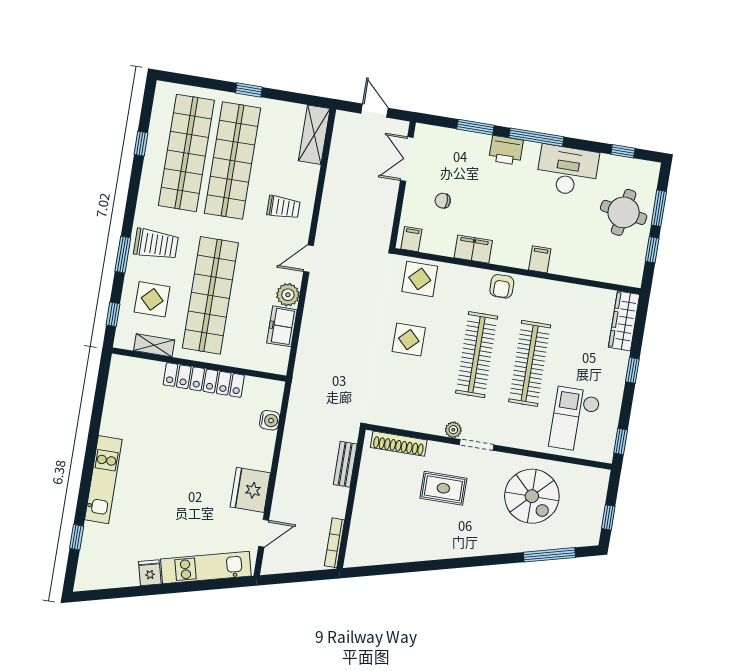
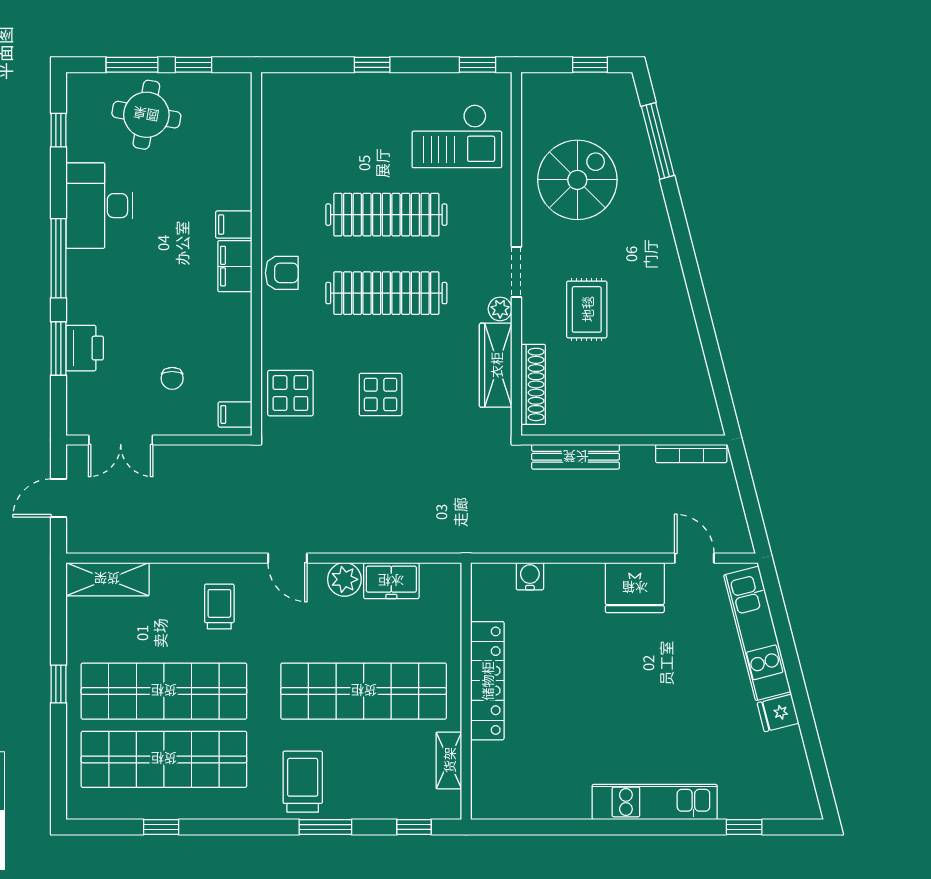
printer: (506, 150) -> (85, 348), moved
filing cabinet: (473, 249) -> (235, 266), moved
display table: (152, 299) -> (383, 774), removed
wardrobe: (624, 321) -> (496, 365), moved, turned 90
bench: (345, 464) -> (576, 457), width x1.36

